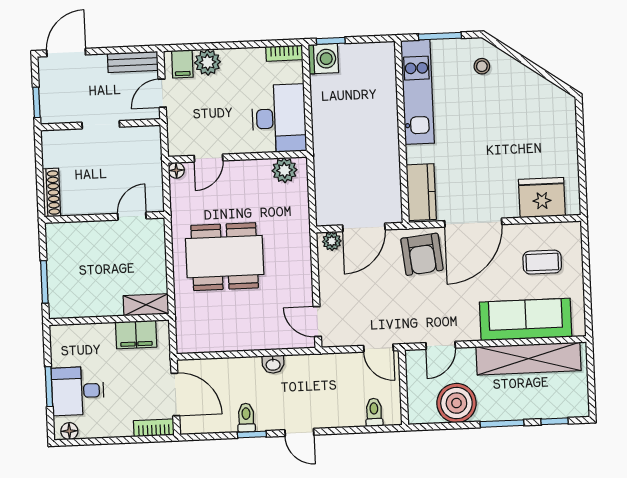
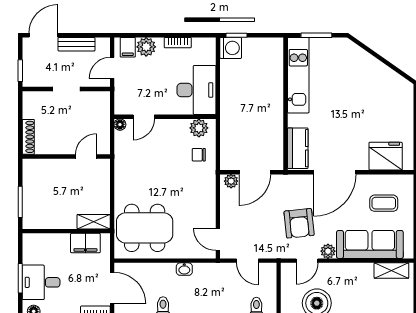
bookcase: (284, 53) -> (178, 43), moved
bench: (133, 62) -> (76, 44), moved
stool: (482, 66) -> (346, 58), removed
chair: (286, 207) -> (199, 155), added
armchair: (422, 254) -> (299, 223), moved
dining table: (225, 257) -> (145, 228), moved
plant: (469, 331) -> (328, 251), added
door: (378, 348) -> (247, 261), moved
shelving: (529, 359) -> (391, 270), width x0.45, depth x0.75

